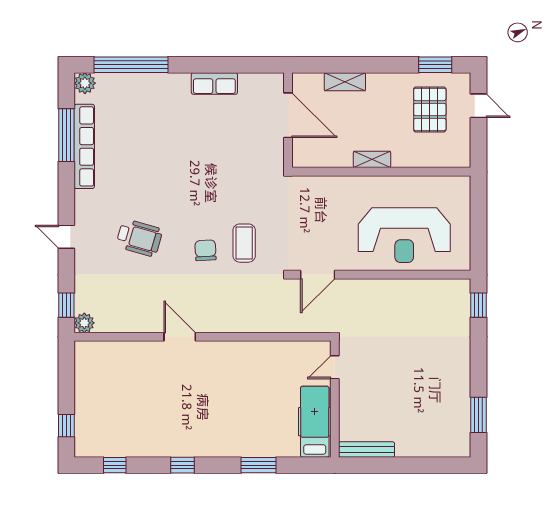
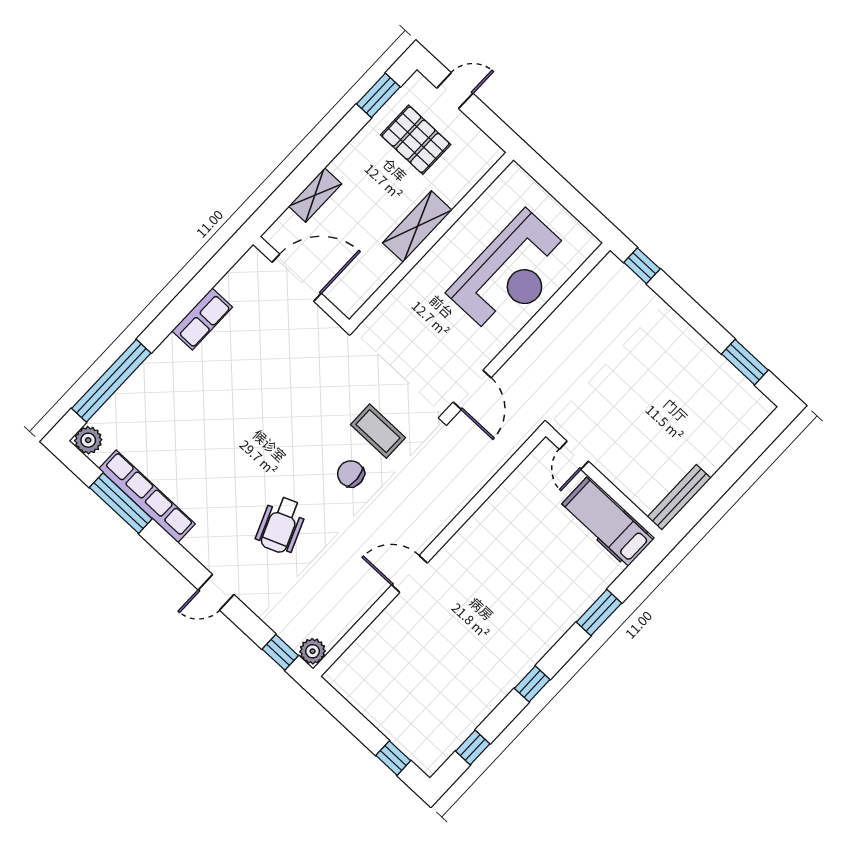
shelving: (372, 159) -> (417, 227), width x1.50, depth x1.33
wheelchair: (139, 238) -> (281, 525), turned 142

